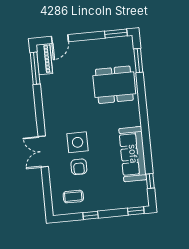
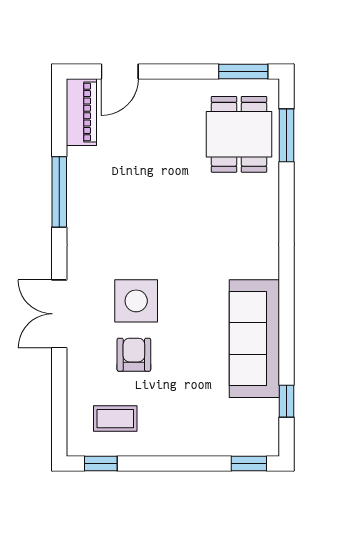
window: (35, 68) -> (59, 192), moved
dining table: (114, 85) -> (239, 134), moved, width x0.73
armchair: (79, 167) -> (134, 355), turned 180
window: (91, 215) -> (101, 463), moved

